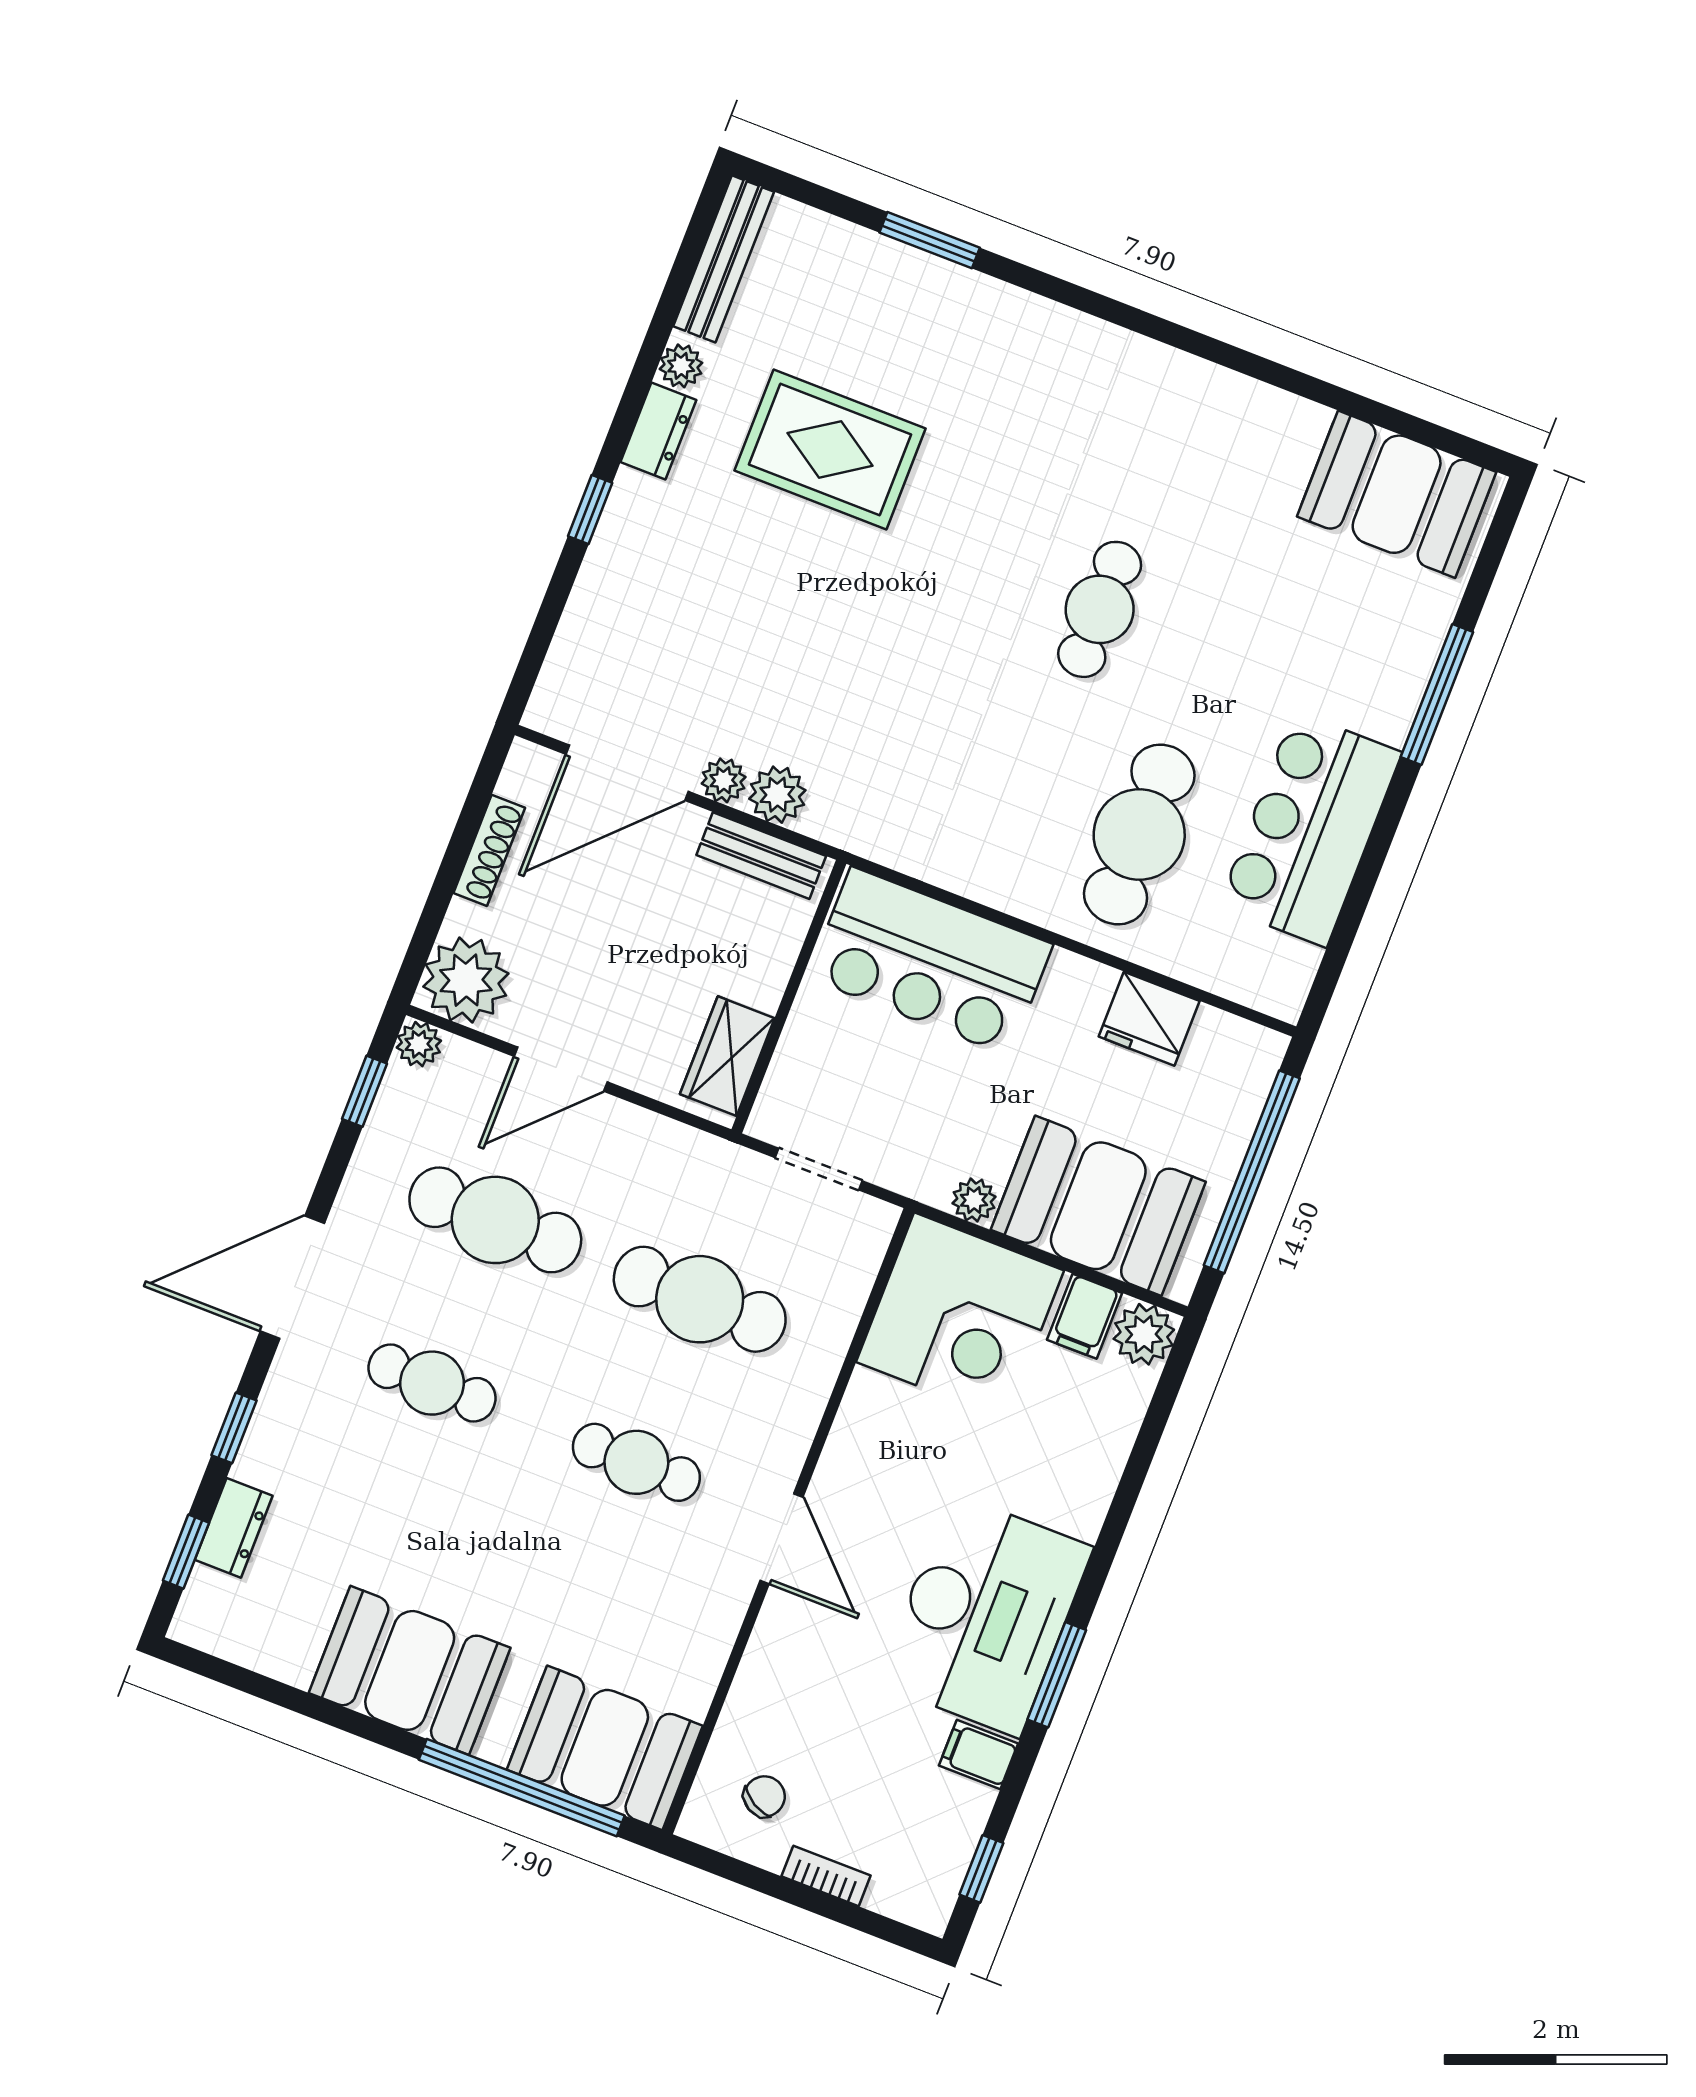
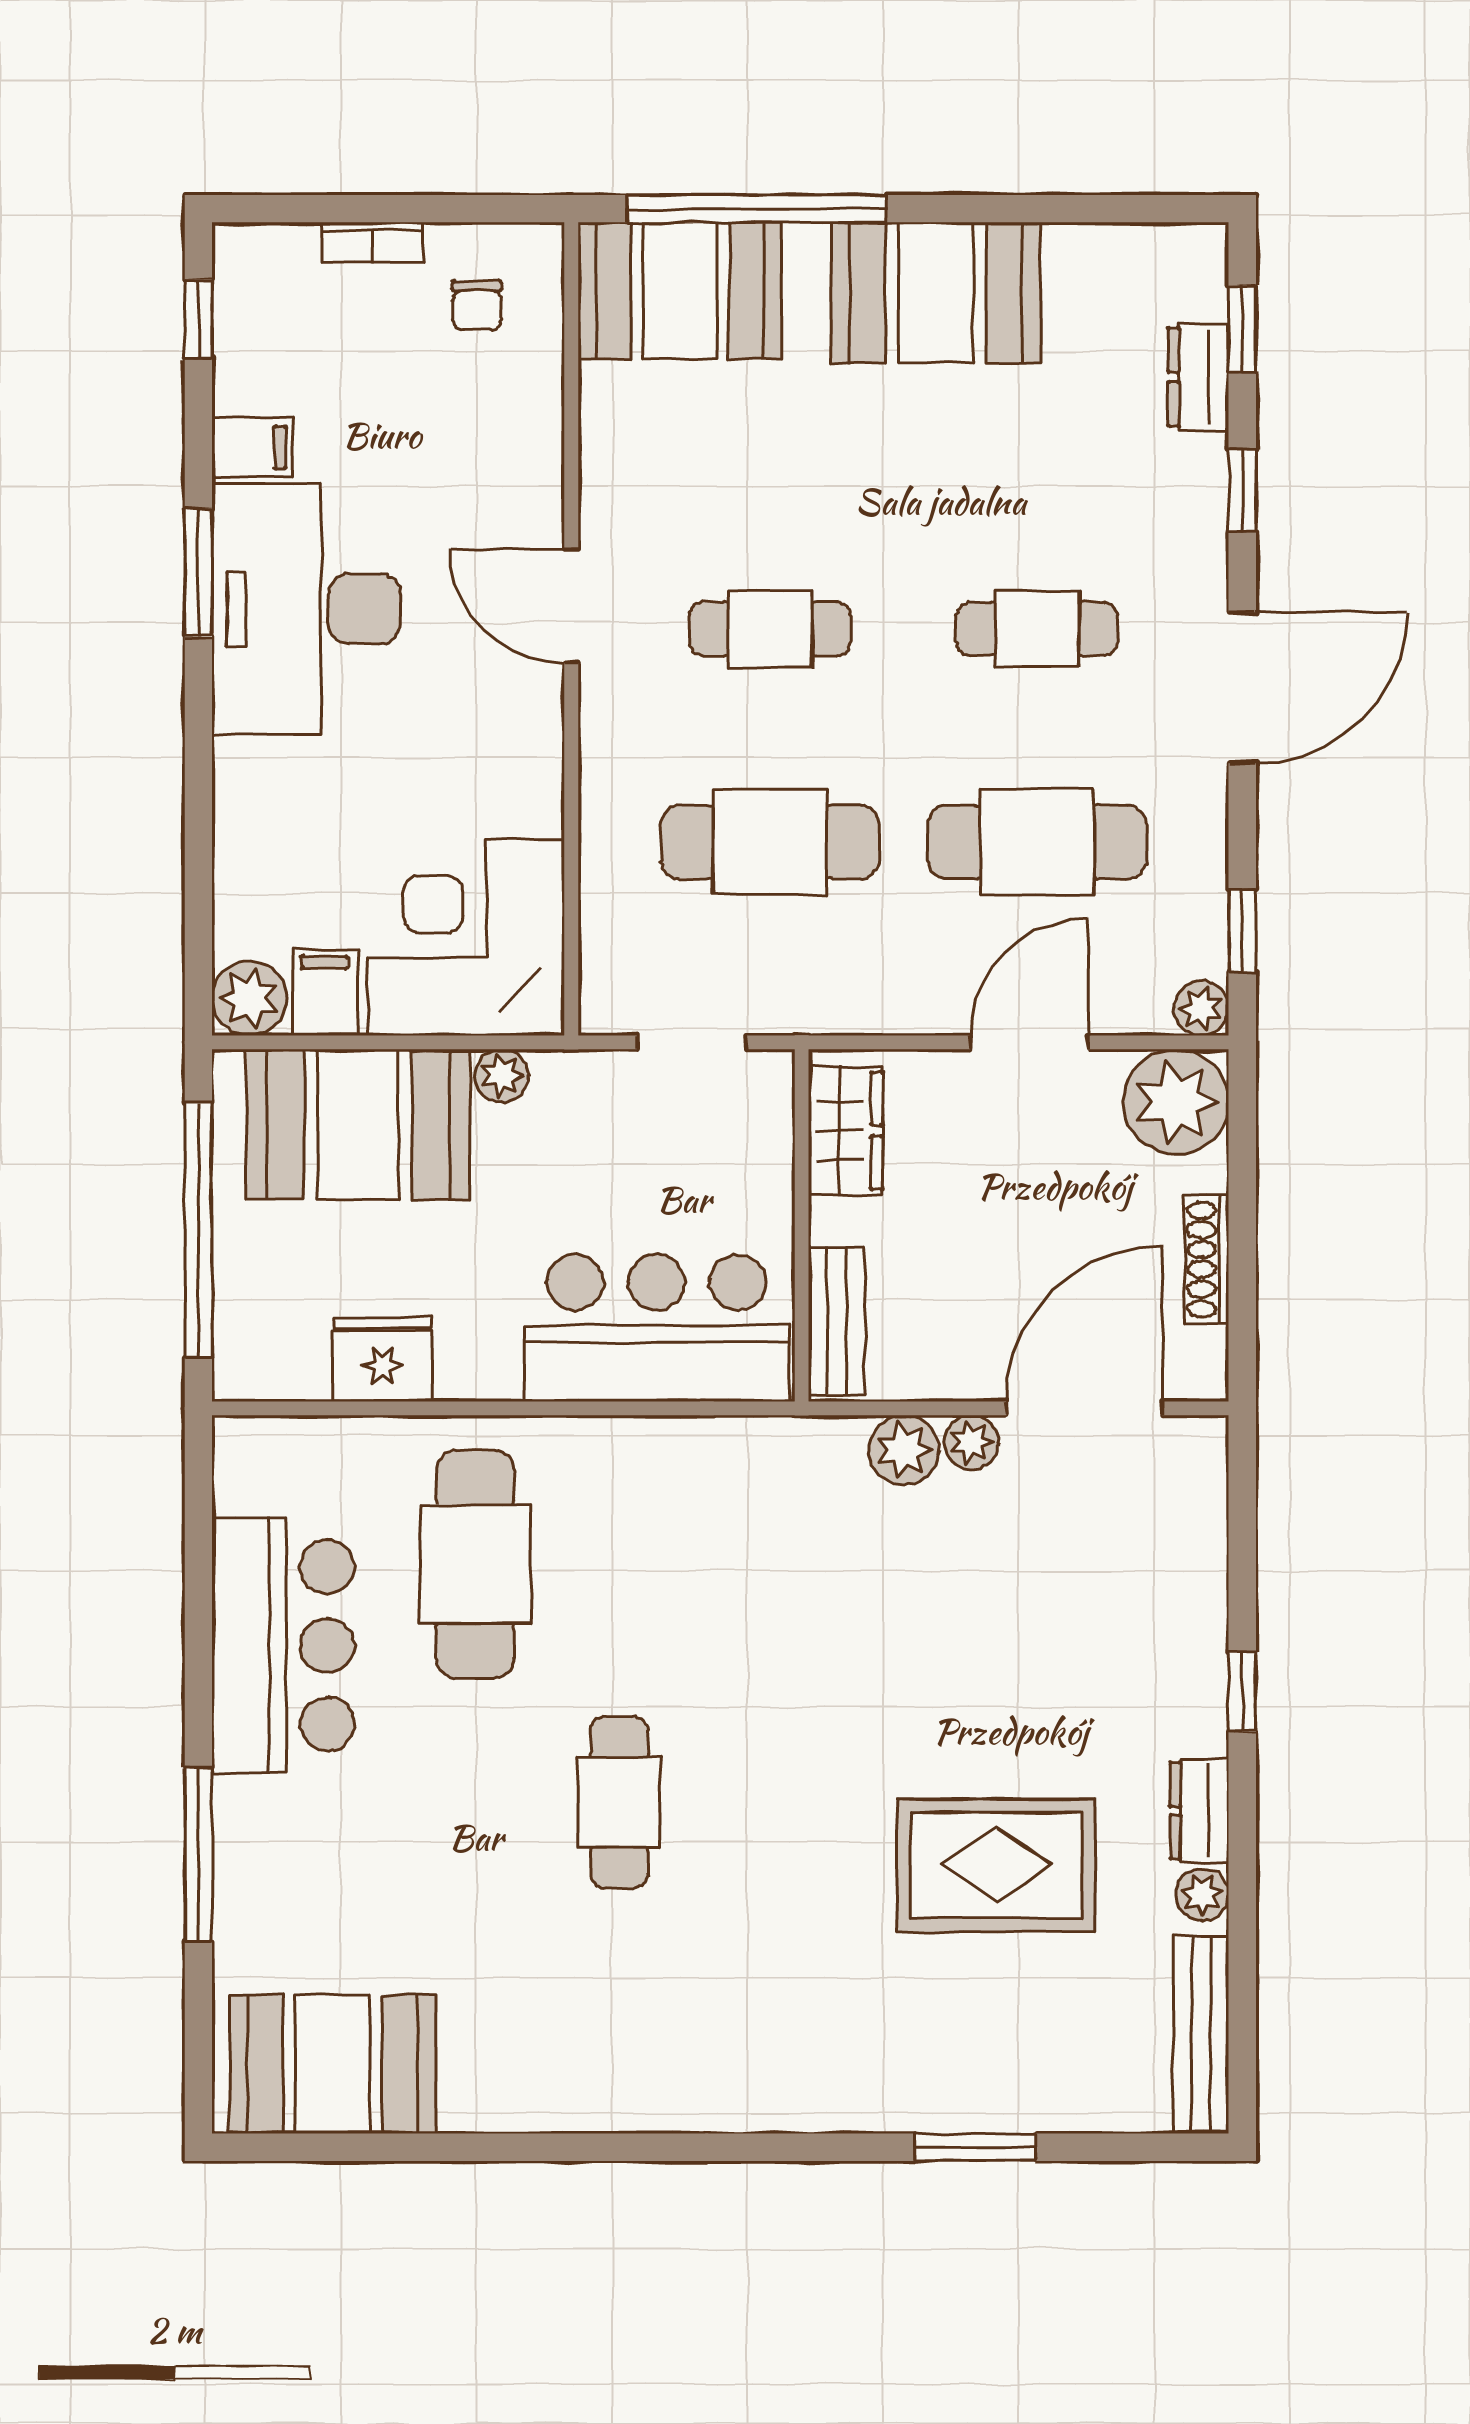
bench: (761, 856) -> (837, 1321), moved, turned 90
chair: (764, 1796) -> (477, 306), turned -30

